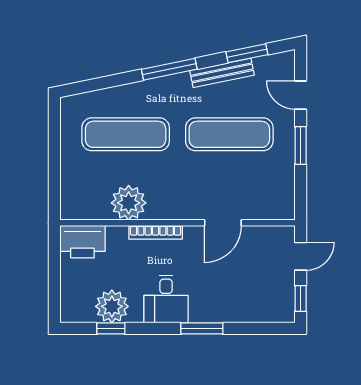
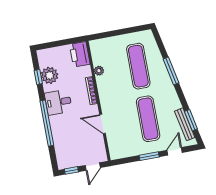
window: (169, 69) -> (171, 71), moved
bench: (222, 73) -> (185, 124), moved
plant: (129, 203) -> (99, 71), width x0.53, depth x0.53
door: (301, 256) -> (93, 167), hinge flipped
window: (202, 328) -> (47, 123), width x2.11

